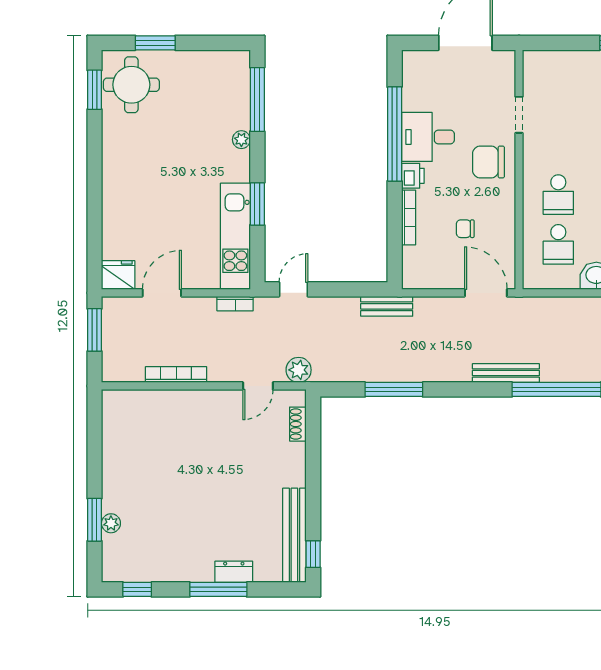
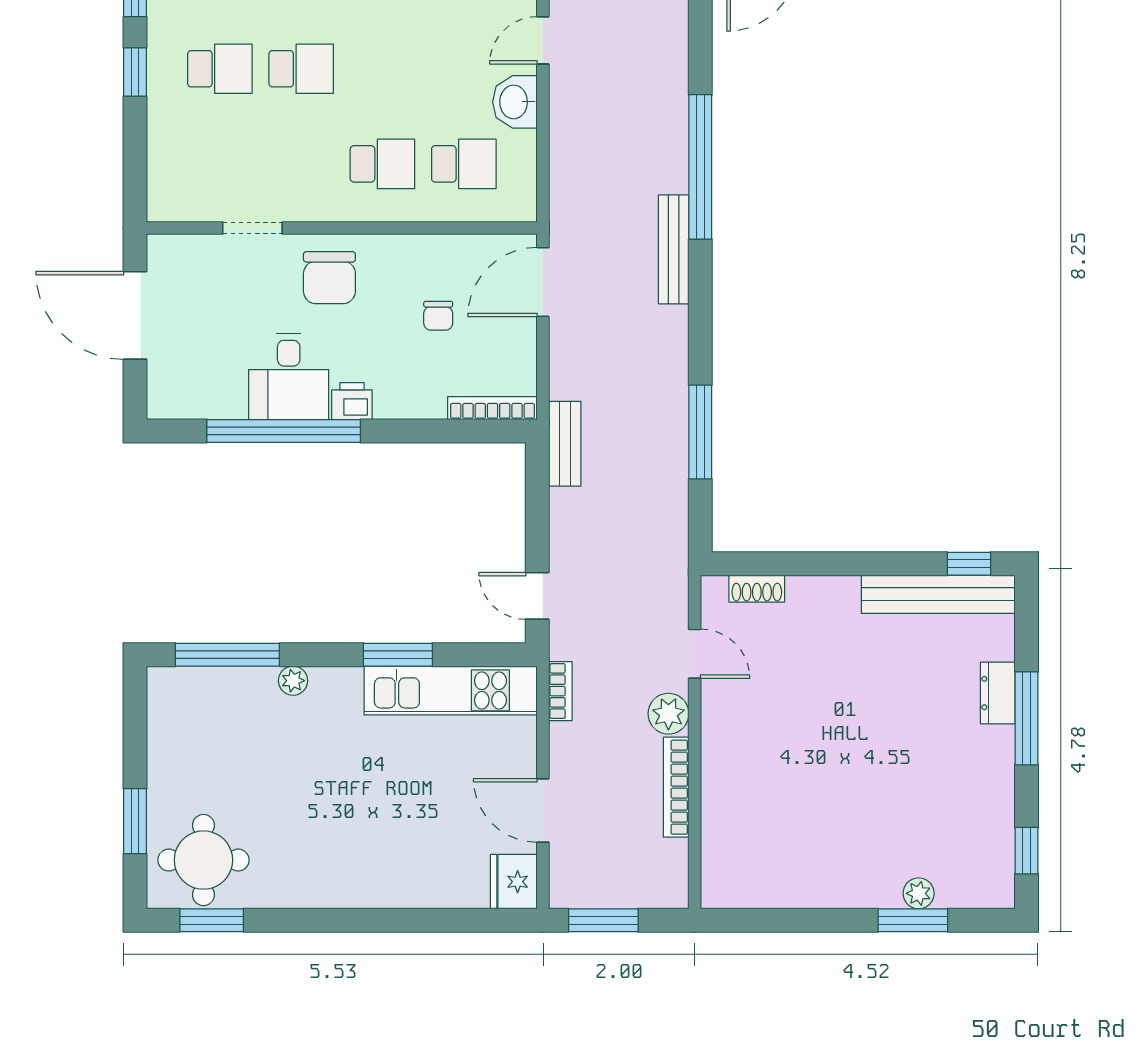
bookcase: (409, 218) -> (492, 408), moved
plant: (299, 370) -> (668, 714), moved

